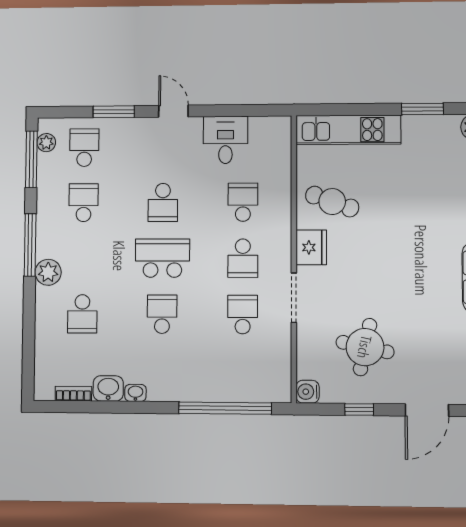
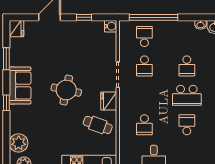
school desk: (243, 258) -> (144, 36), moved
round table: (365, 347) -> (66, 90), moved

